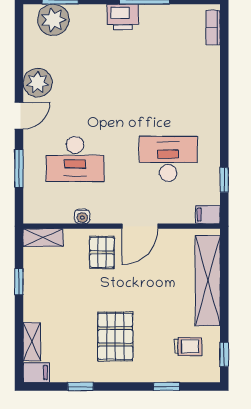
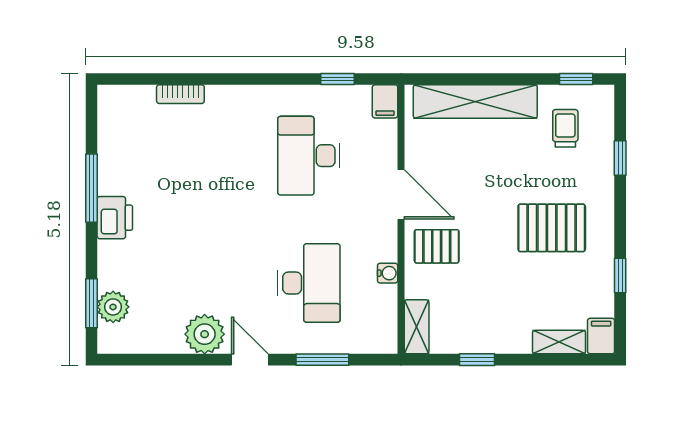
plant: (53, 20) -> (113, 307), width x0.73, depth x0.73
bookcase: (213, 27) -> (180, 94), moved

